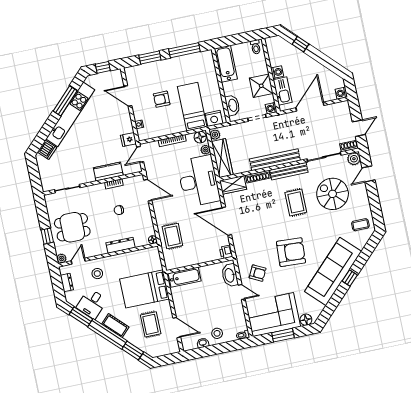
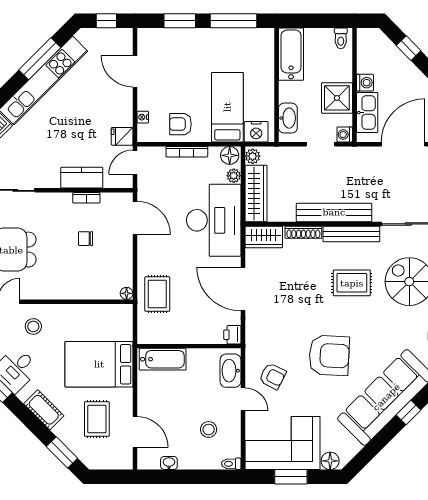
armchair: (162, 99) -> (180, 124), moved
rug: (296, 202) -> (352, 283), turned 90
dresser: (120, 245) -> (77, 291), removed
stool: (217, 333) -> (209, 429), moved

